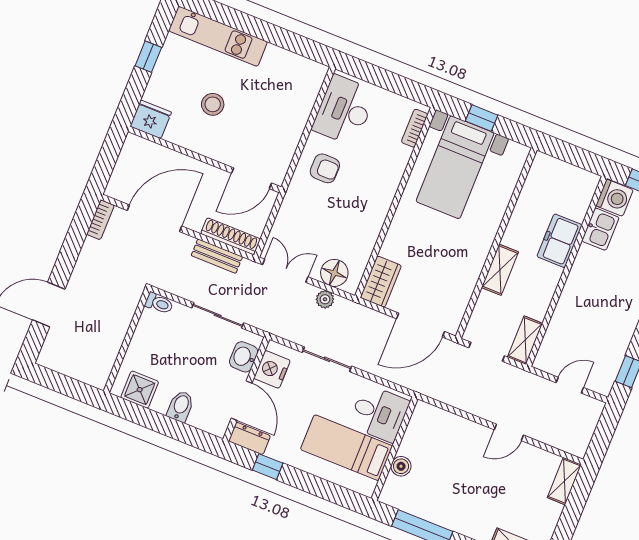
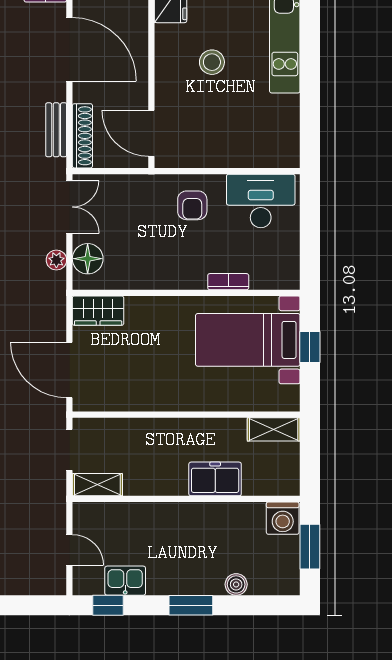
bookcase: (415, 128) -> (228, 282), moved
kitchen sink: (600, 229) -> (125, 581), moved, turned 180
shelving: (500, 270) -> (274, 429), moved

